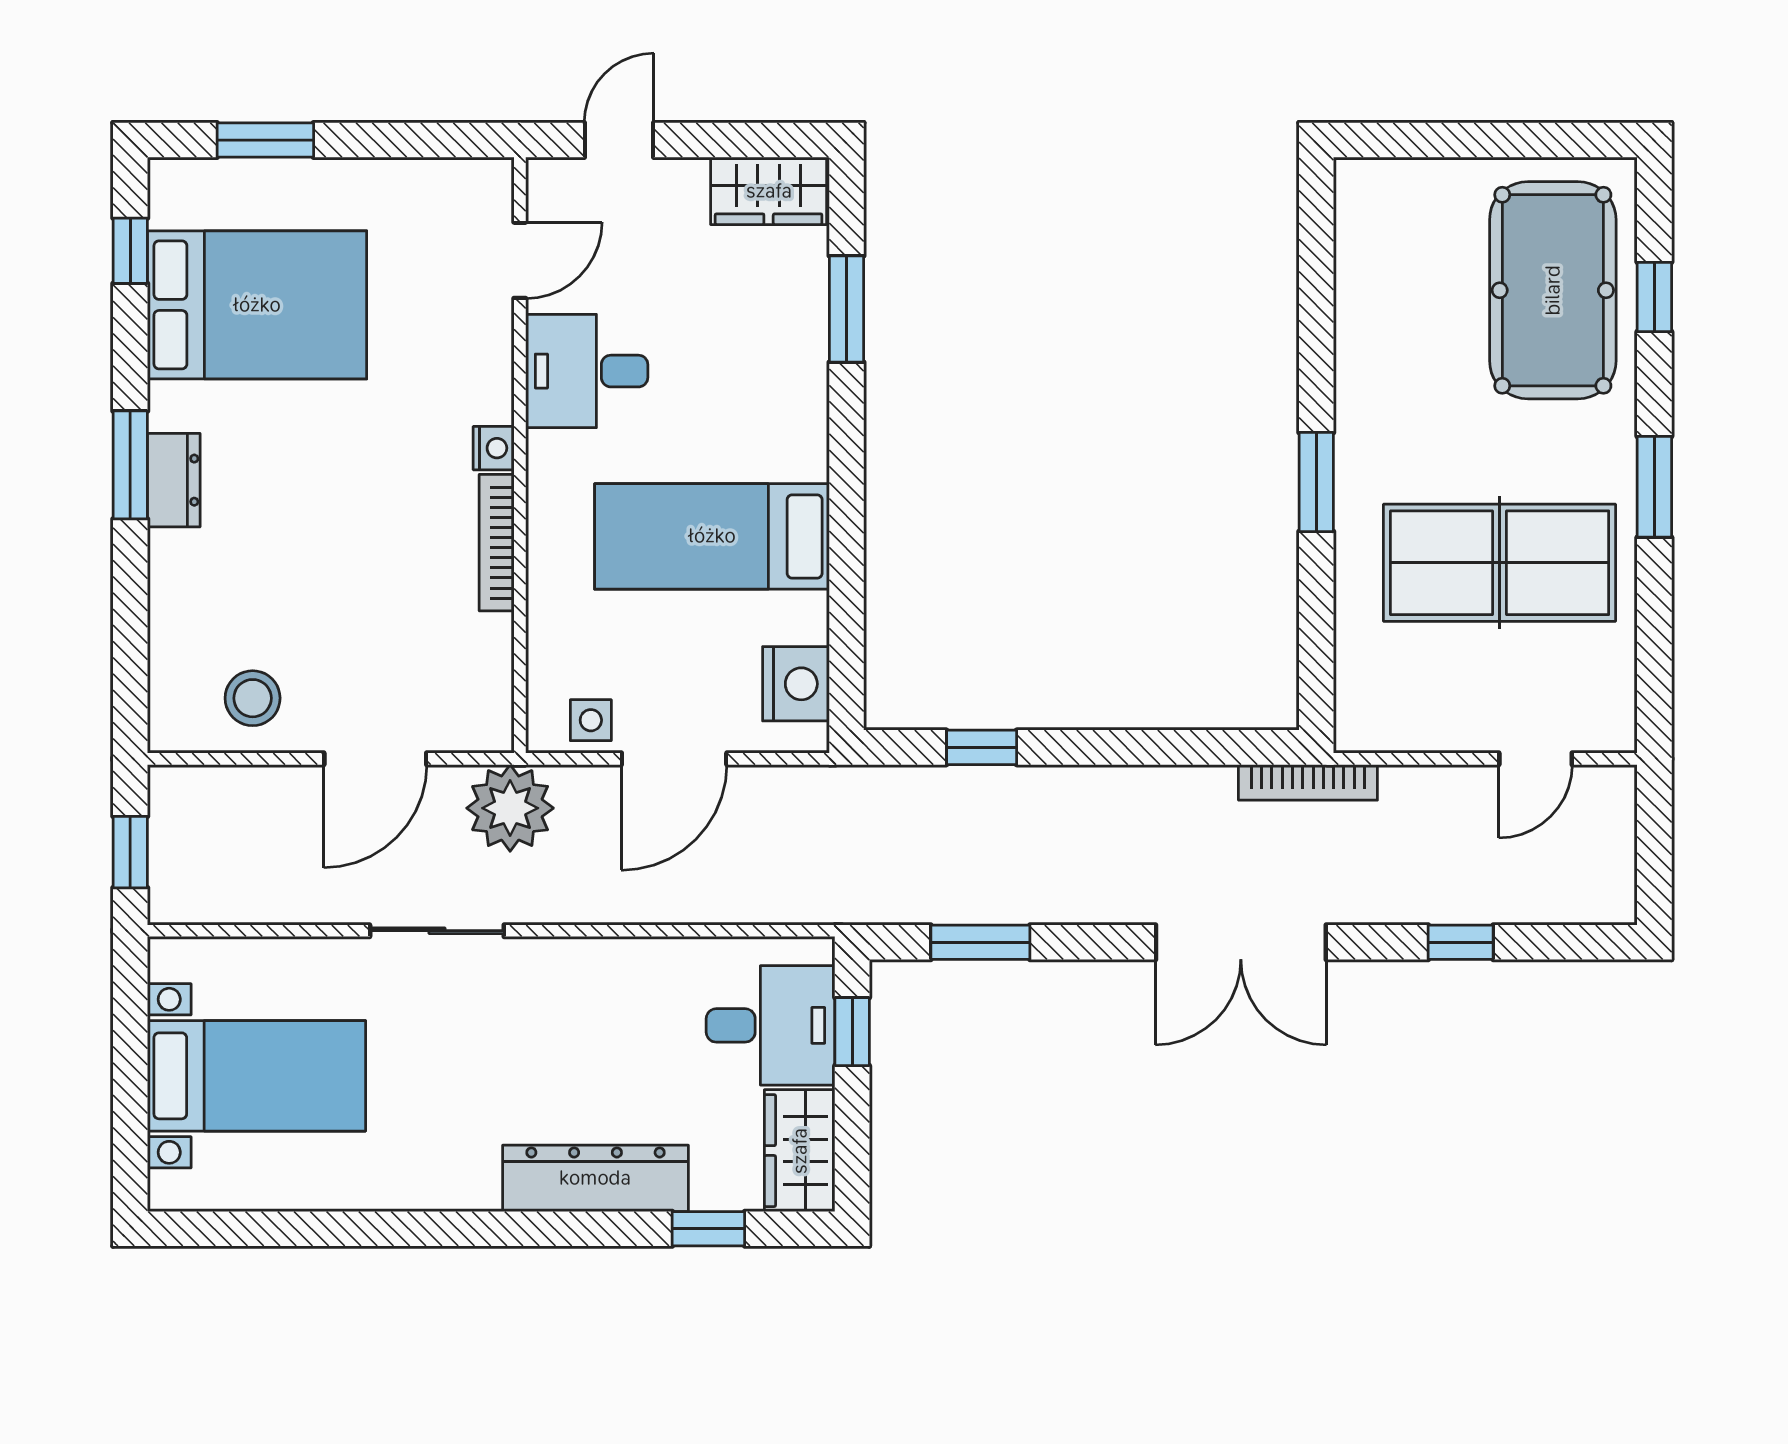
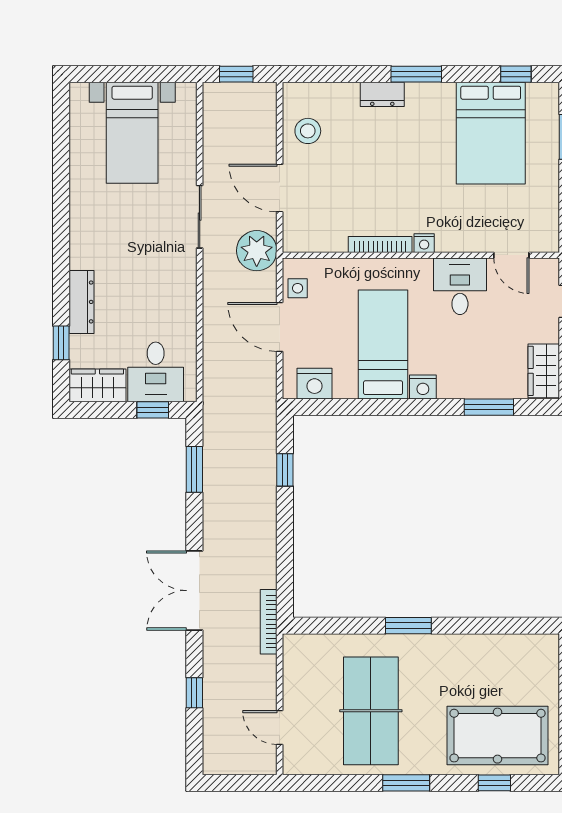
nightstand: (803, 451) -> (423, 387), added
dresser: (174, 480) -> (382, 94), moved
dresser: (595, 1178) -> (81, 302), width x0.73, depth x0.80

